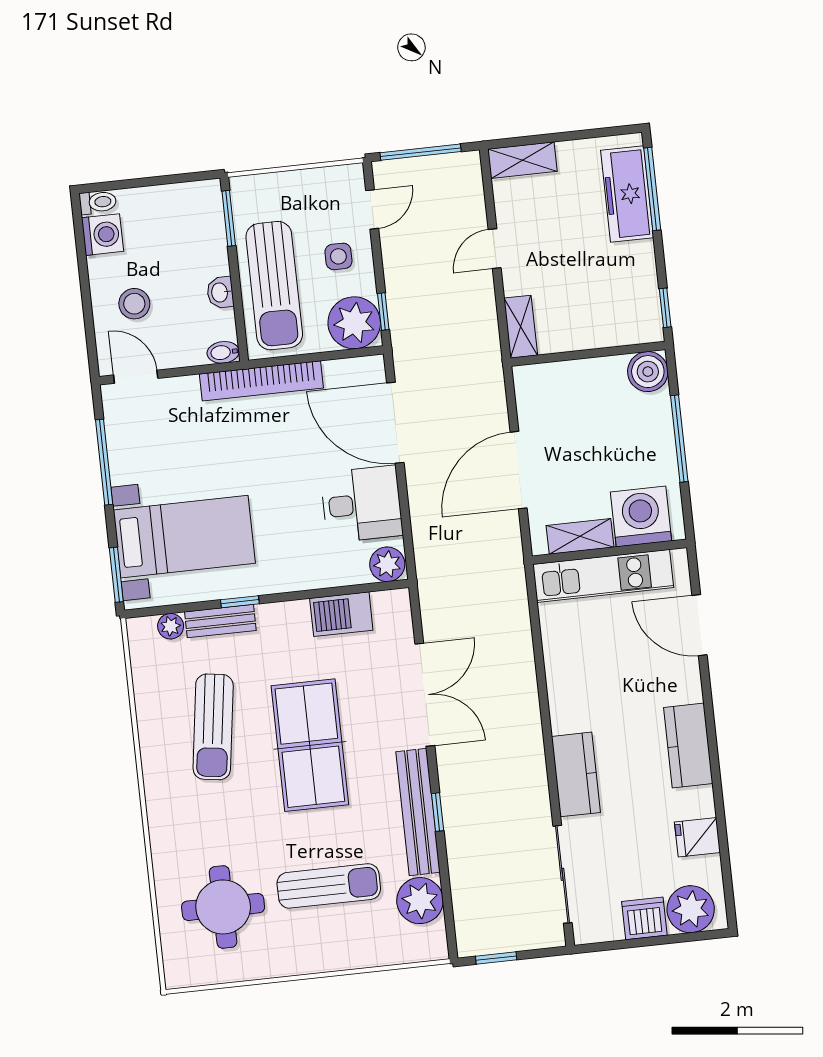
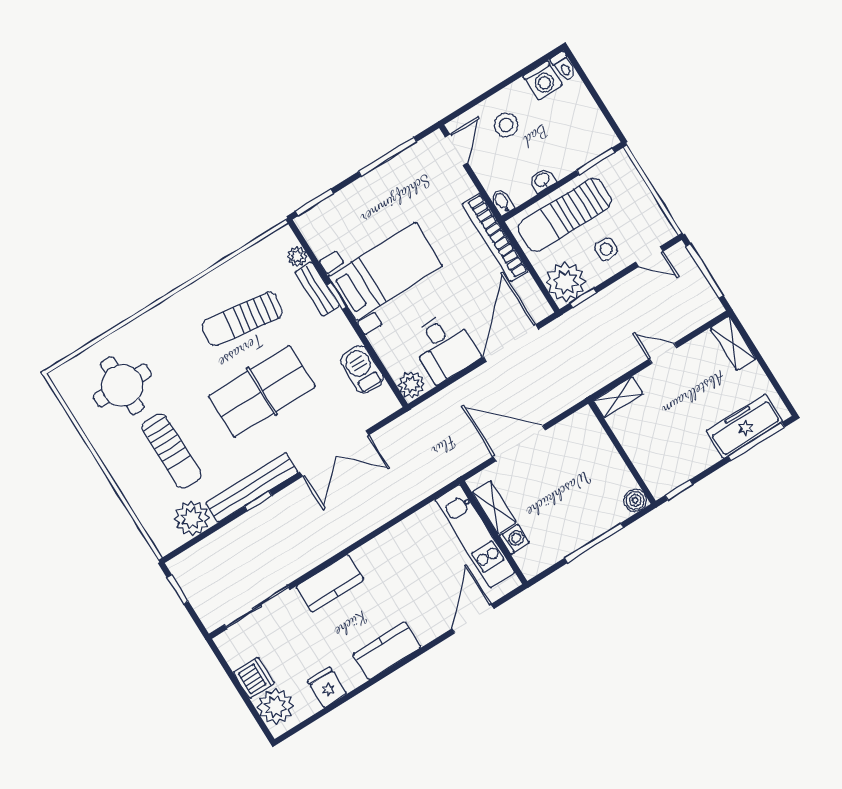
boiler: (648, 372) -> (635, 500), width x0.73, depth x0.73
washing machine: (641, 516) -> (514, 539), width x0.53, depth x0.53
bed with nightstands: (184, 537) -> (386, 271), moved, turned -90

